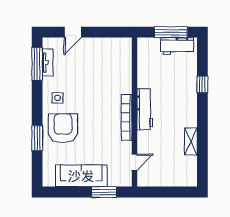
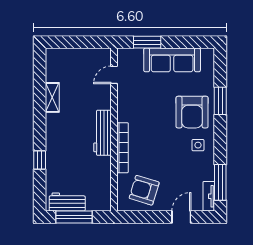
armchair: (107, 57) -> (144, 190), added
tv unit: (48, 63) -> (209, 196), moved
bookcase: (127, 117) -> (123, 148), moved

